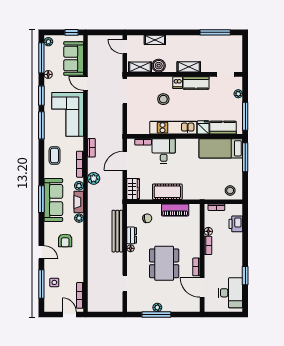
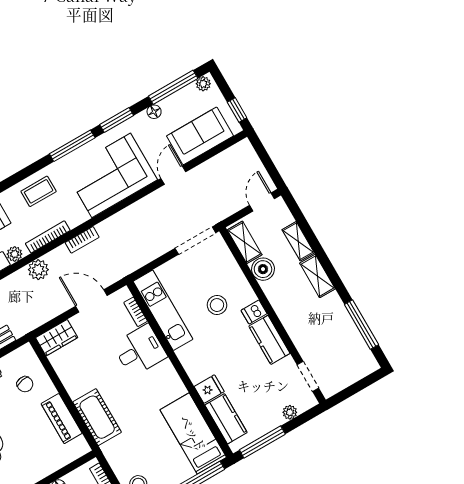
shelving: (189, 67) -> (317, 276), moved
kitchen unit: (173, 128) -> (163, 310), moved
cot: (167, 192) -> (97, 417), moved

